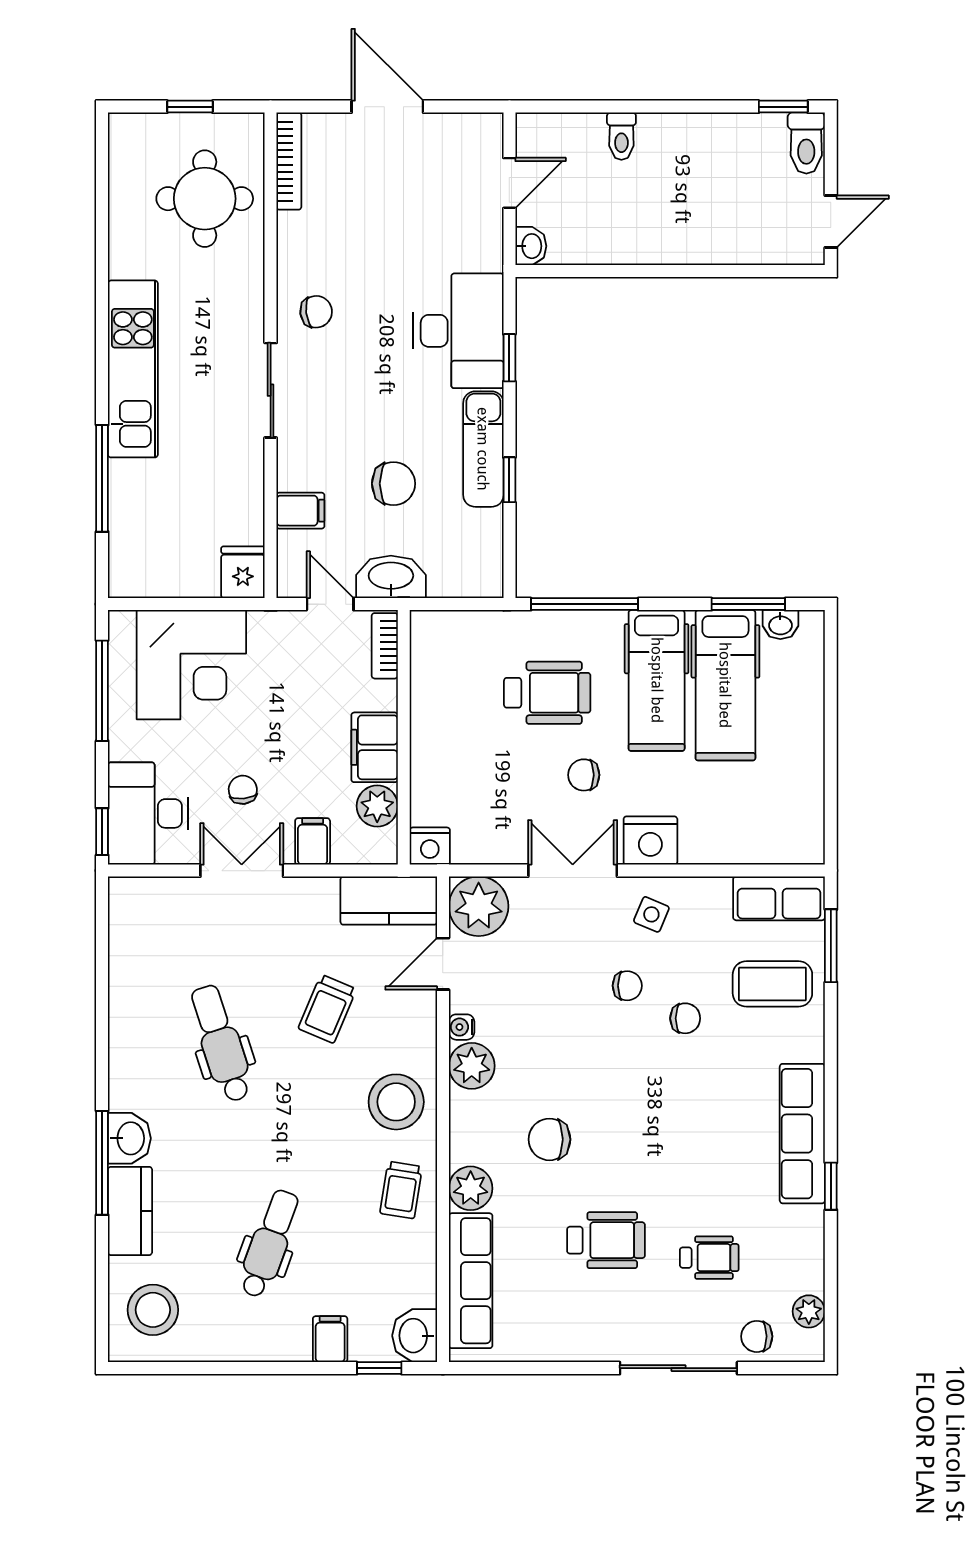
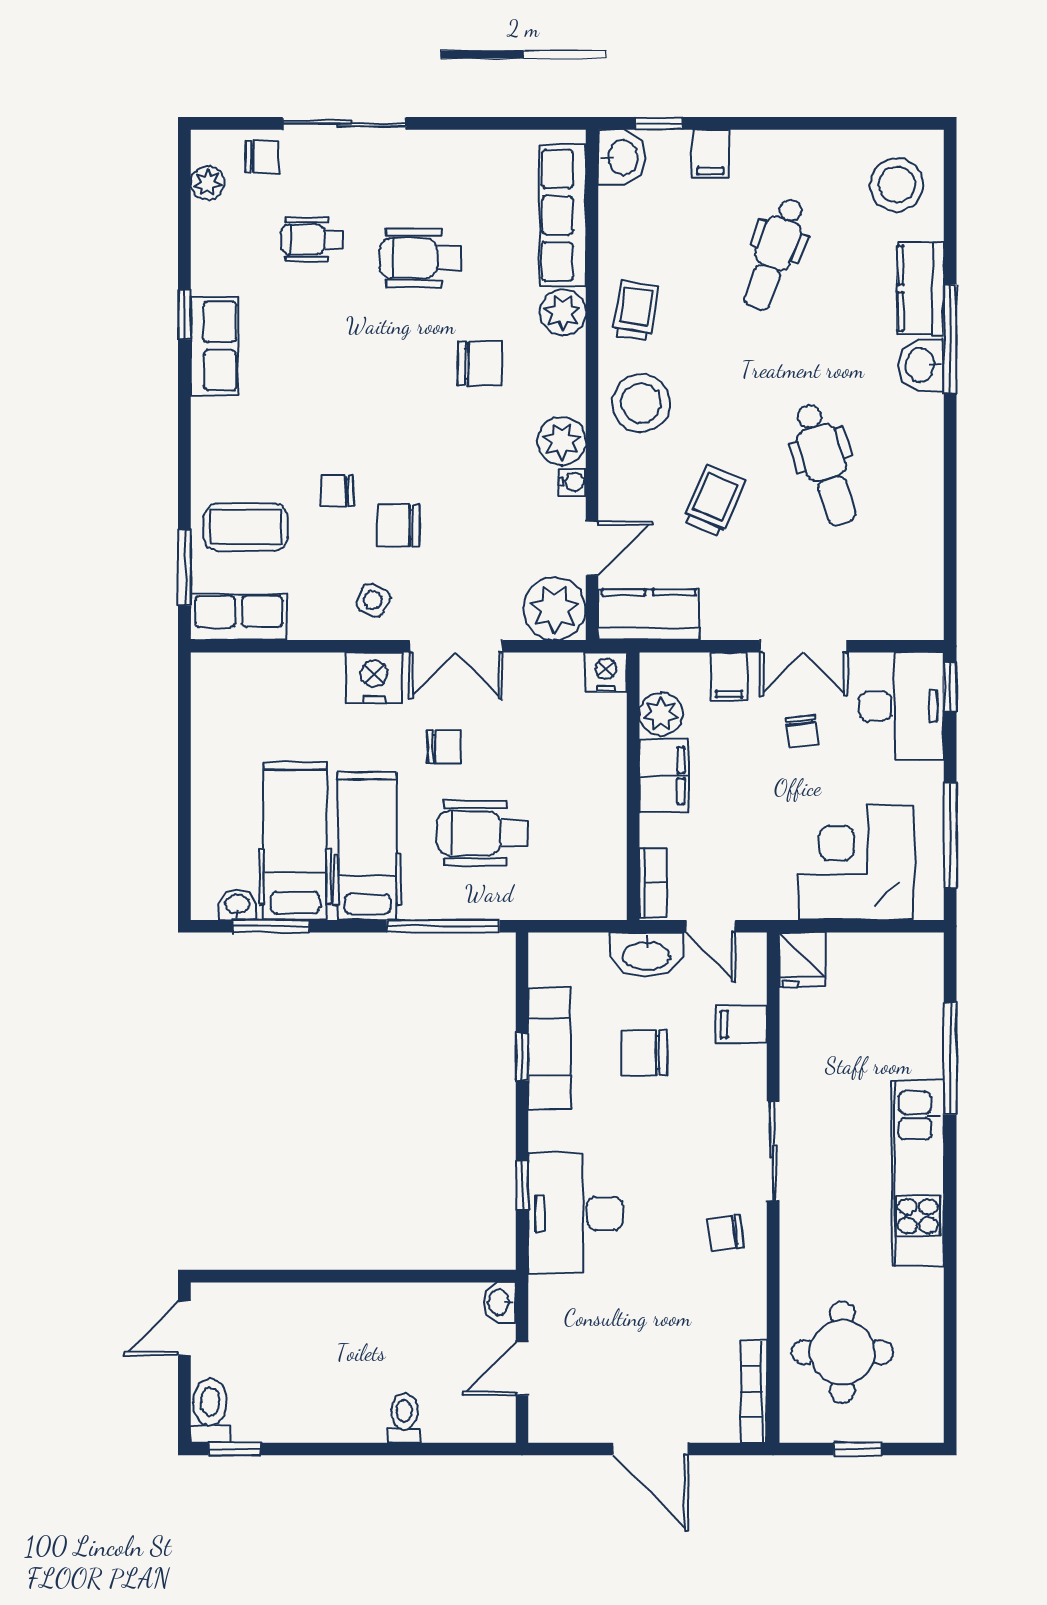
exam couch: (483, 449) -> (549, 1048), moved
chair: (627, 986) -> (398, 525), width x1.37, depth x1.37
row of seats: (802, 1134) -> (214, 346), width x0.68

